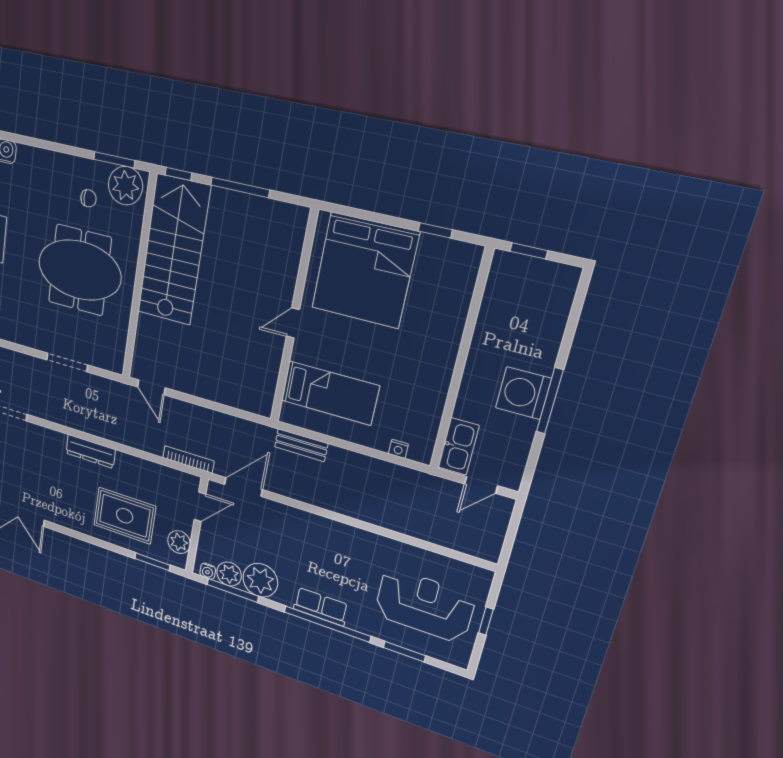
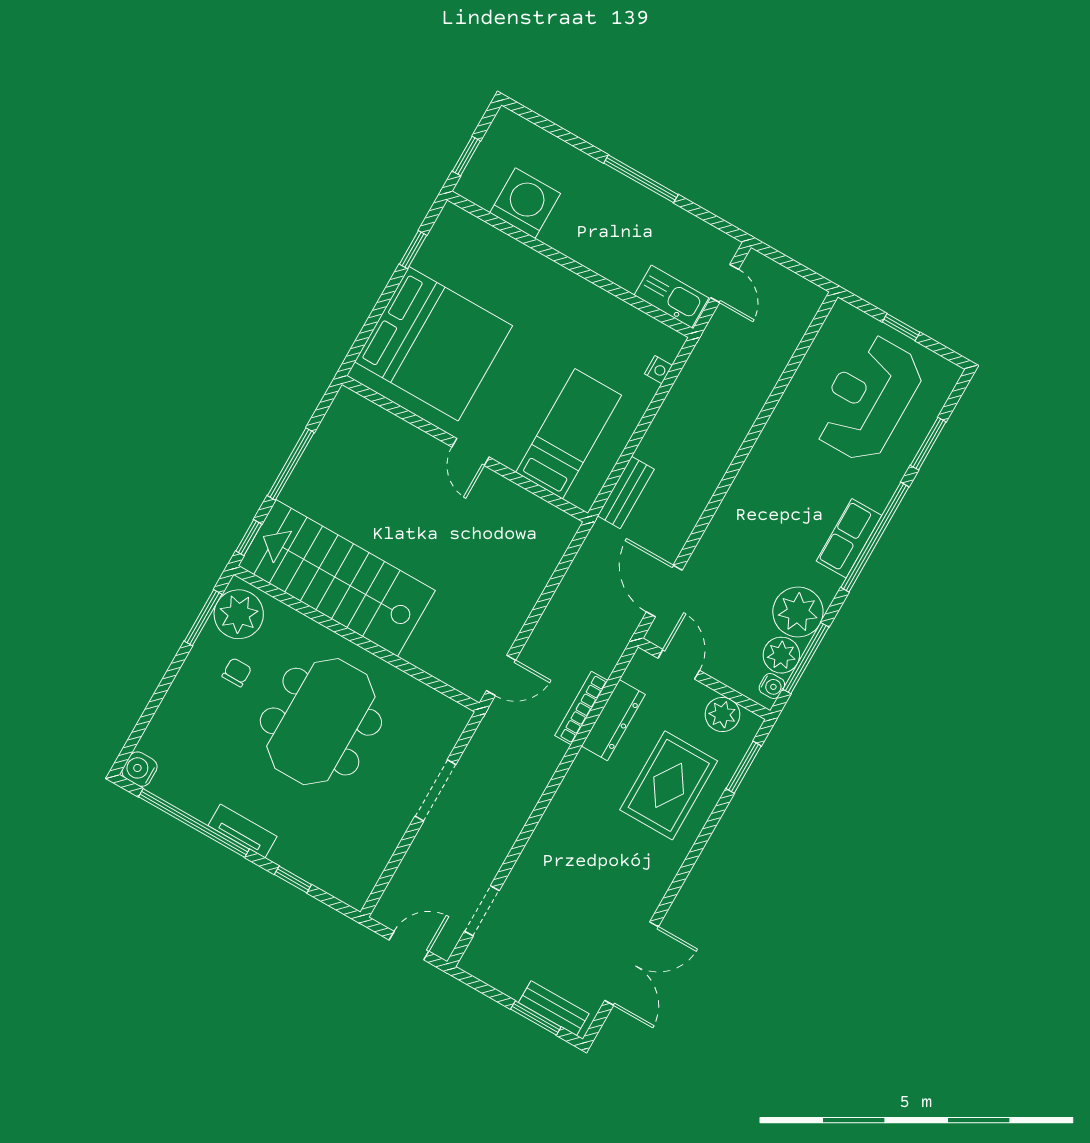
washing machine: (523, 393) -> (525, 203), moved, turned 180
dresser: (91, 451) -> (613, 720), moved
bookcase: (188, 459) -> (581, 708), moved

